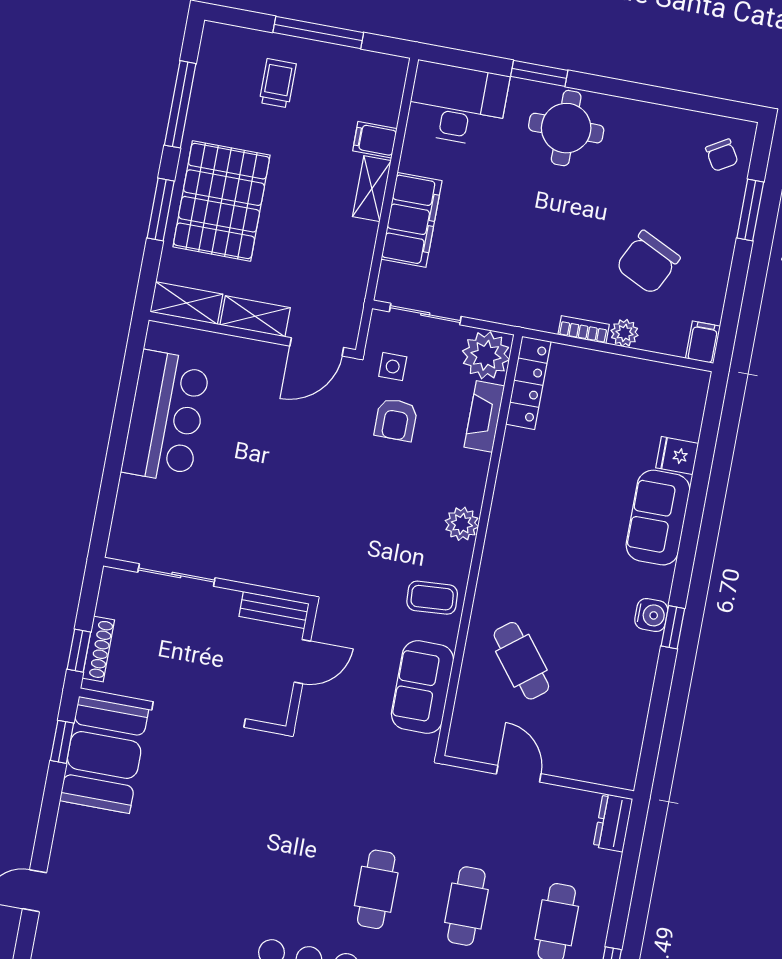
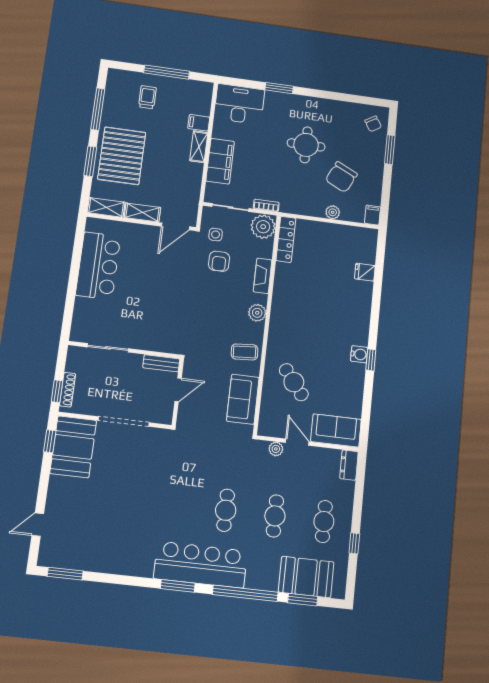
round table: (566, 128) -> (306, 145), moved
bookcase: (584, 330) -> (266, 205), moved
fireplace: (484, 417) -> (263, 276), moved
sofa: (658, 518) -> (336, 430), moved, turned 90
plant: (478, 784) -> (276, 449), added

